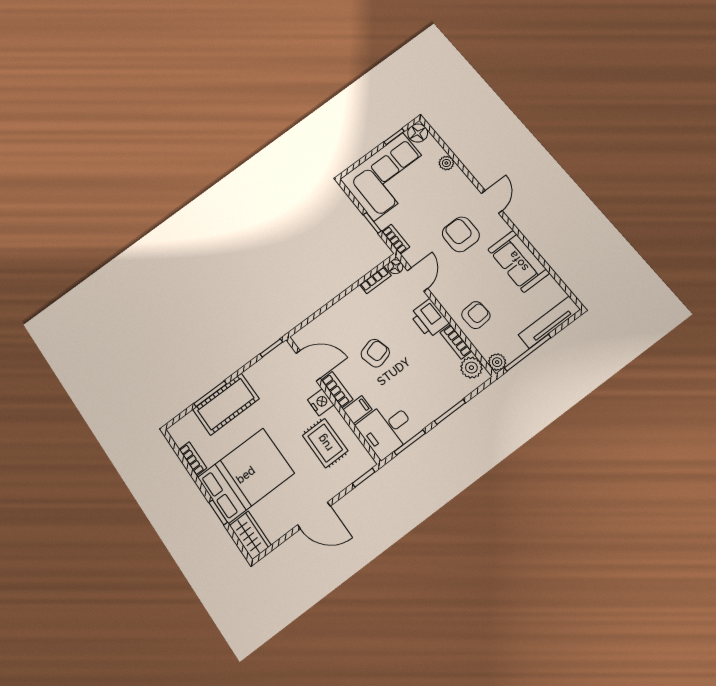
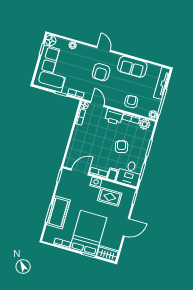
armchair: (461, 234) -> (101, 72), turned -90
armchair: (375, 353) -> (121, 147), moved

